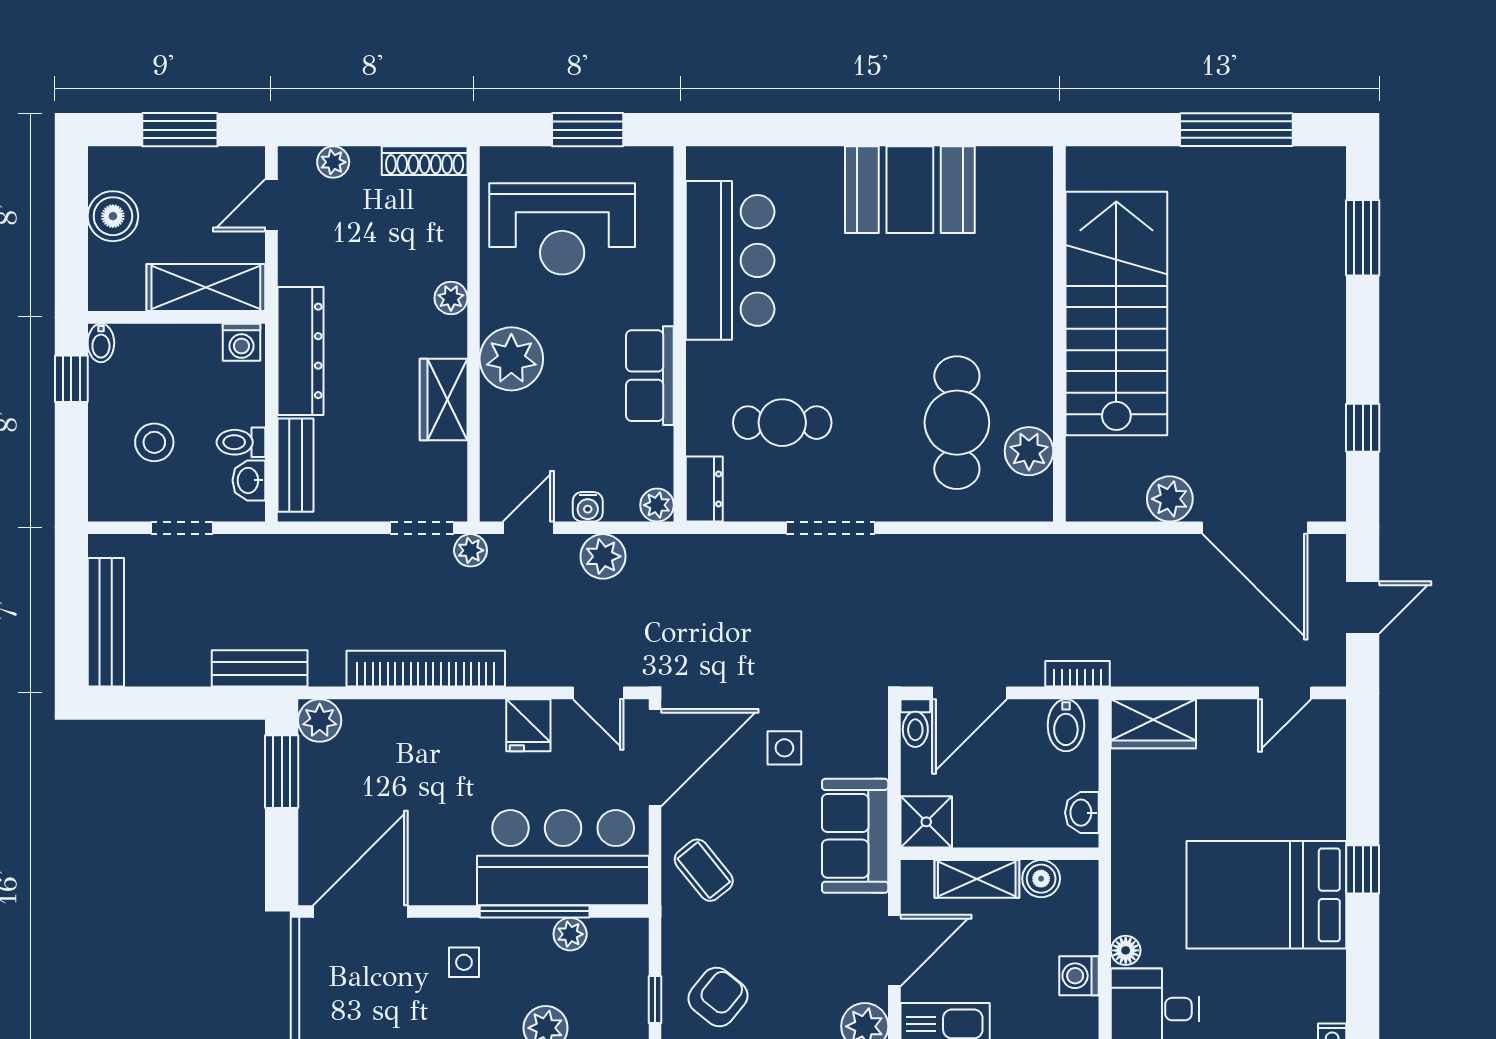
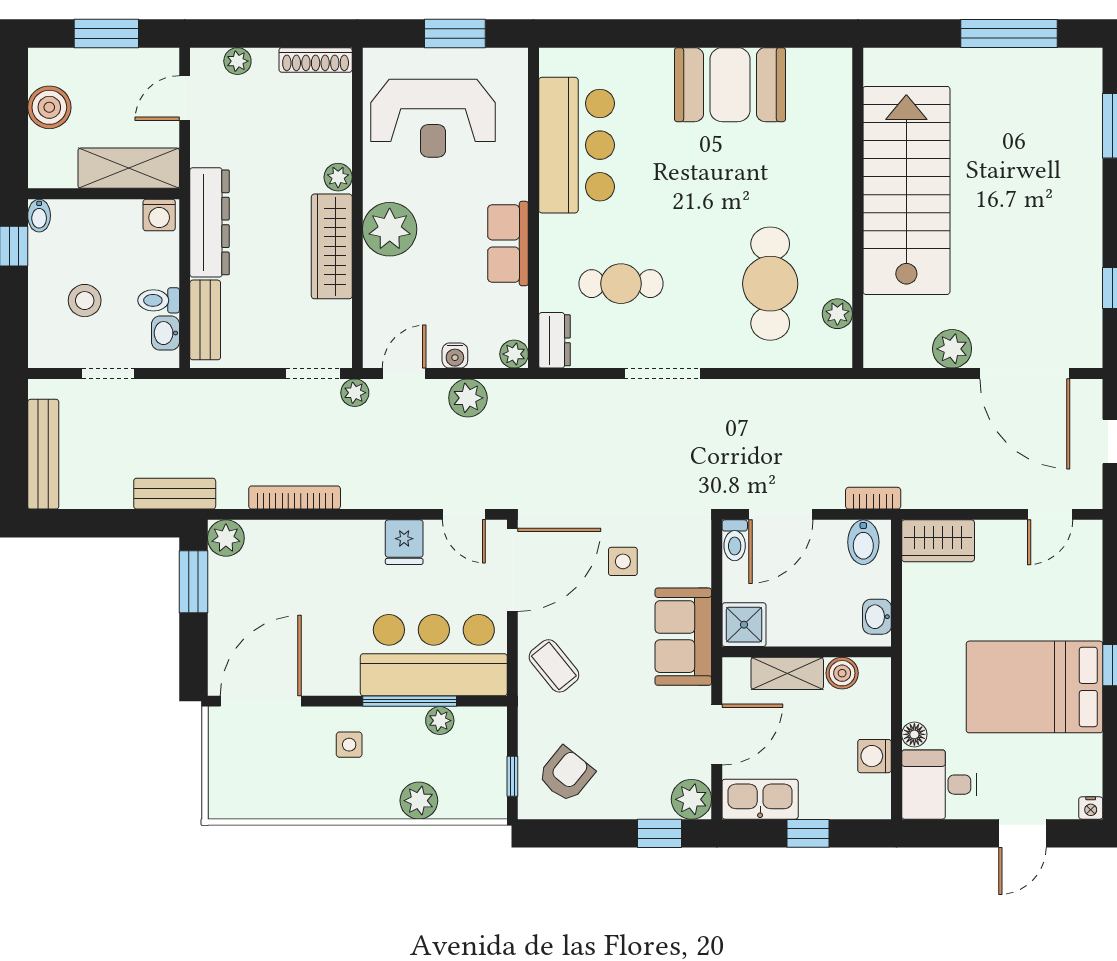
wardrobe: (444, 399) -> (332, 246), width x1.50
plant: (1029, 451) -> (837, 314), width x0.73, depth x0.73
bookcase: (426, 669) -> (295, 497), width x0.68, depth x0.76

